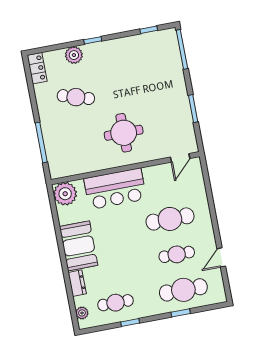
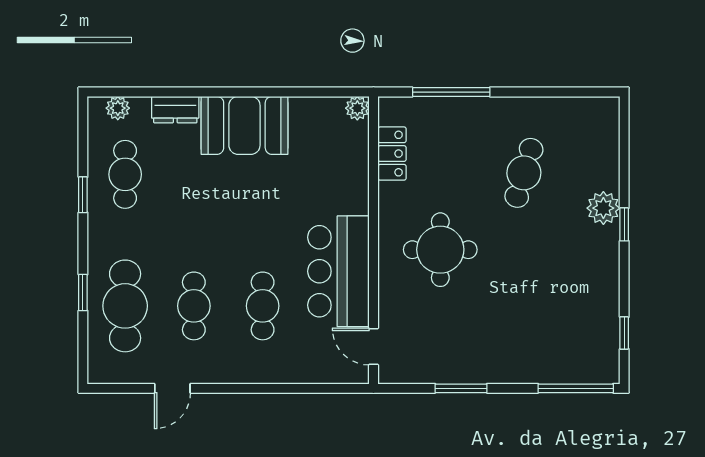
plant: (74, 55) -> (603, 208), moved
locker: (37, 68) -> (392, 154), moved, turned -90
bar counter: (115, 189) -> (338, 271), moved
plant: (65, 194) -> (357, 108), width x0.53, depth x0.53
cafe table: (170, 219) -> (263, 306), width x0.73, depth x0.74
door: (221, 257) -> (172, 388), swing flipped

